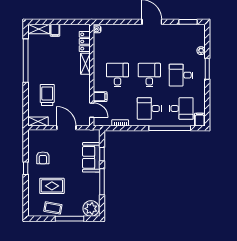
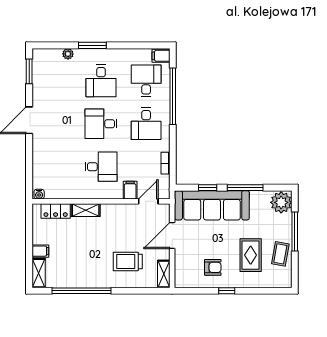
desk: (117, 75) -> (101, 167), turned 180
sofa: (91, 157) -> (212, 205), width x1.85, depth x1.27

